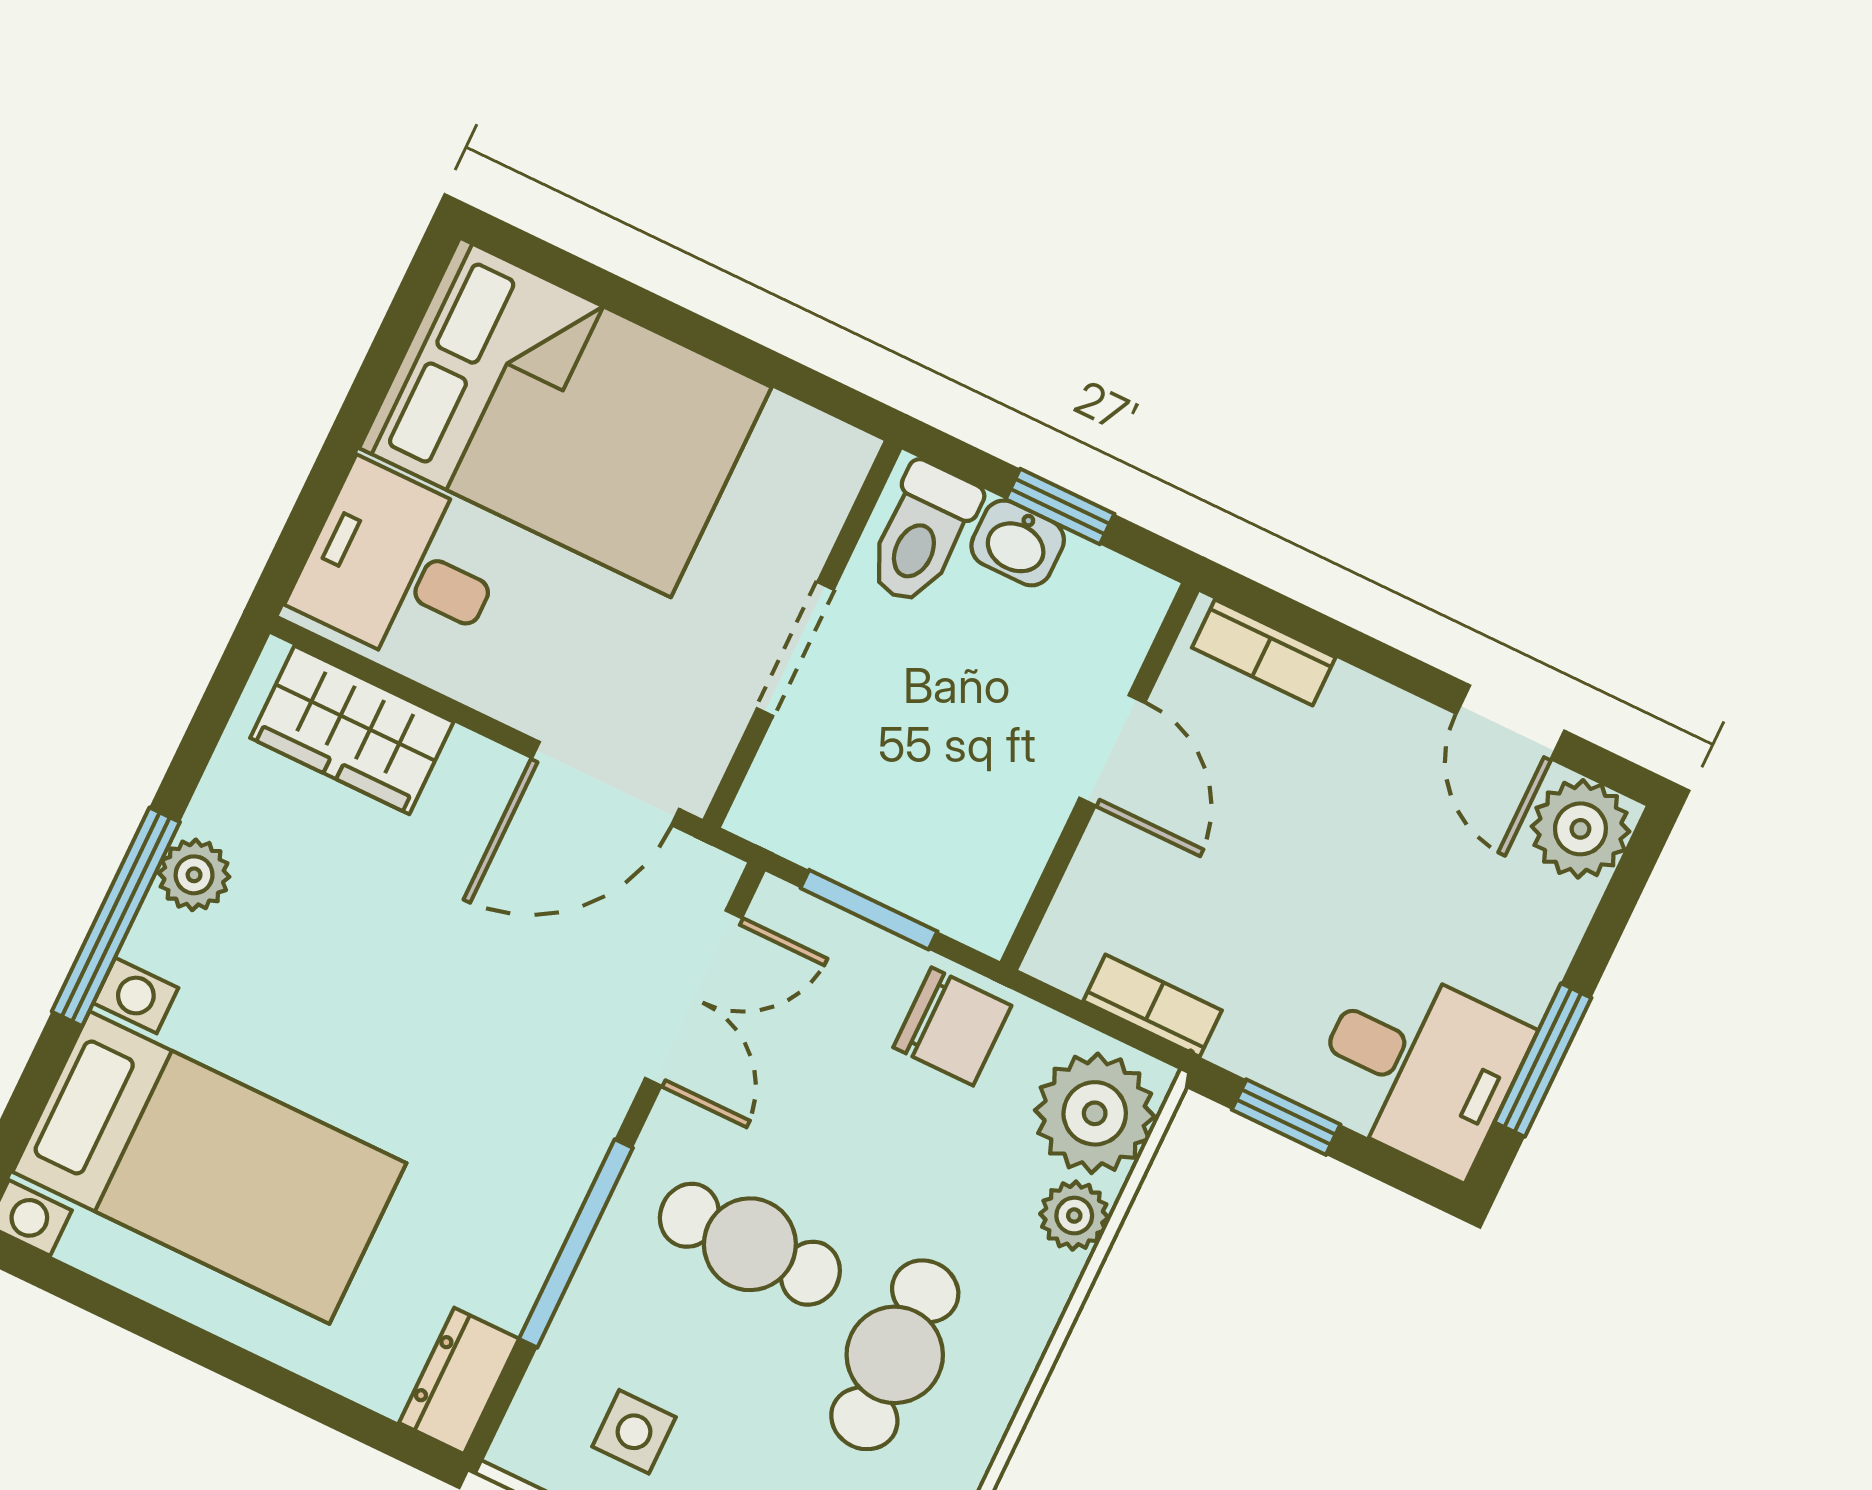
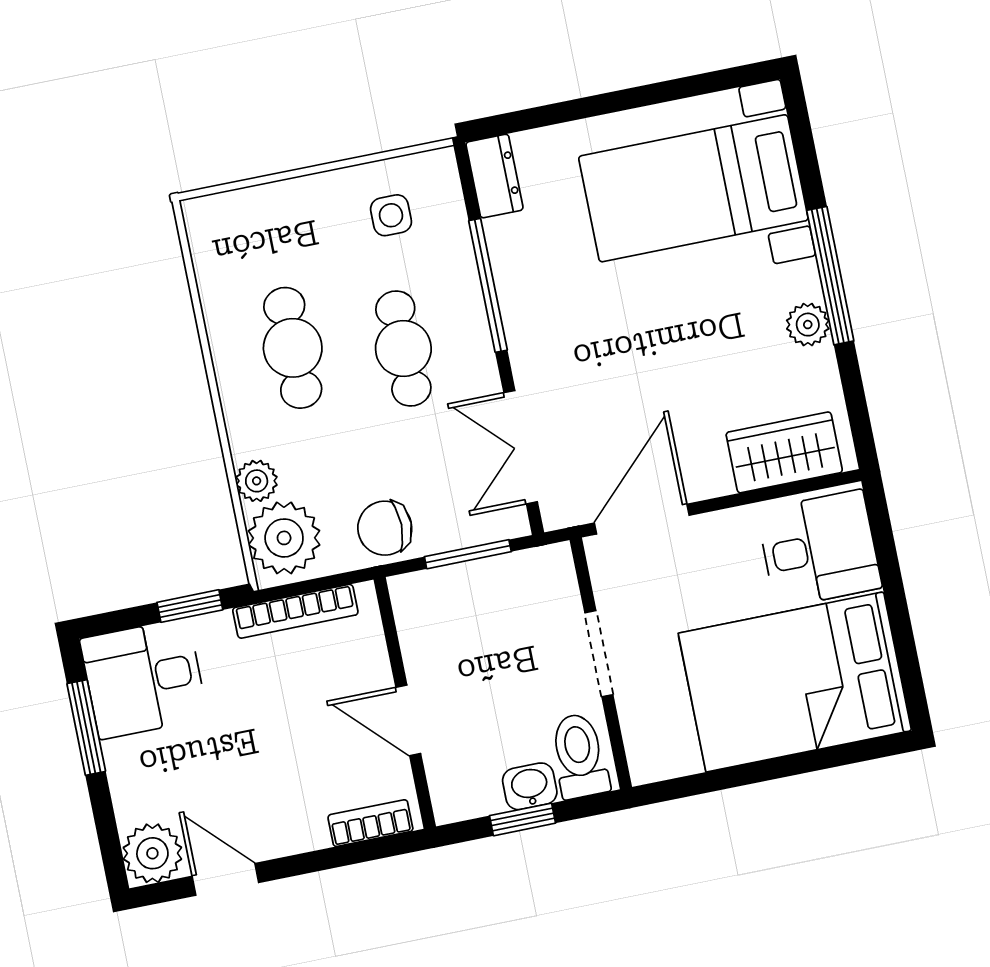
bookcase: (1152, 1006) -> (295, 611), width x1.56
cafe table: (750, 1244) -> (403, 349), turned 90

